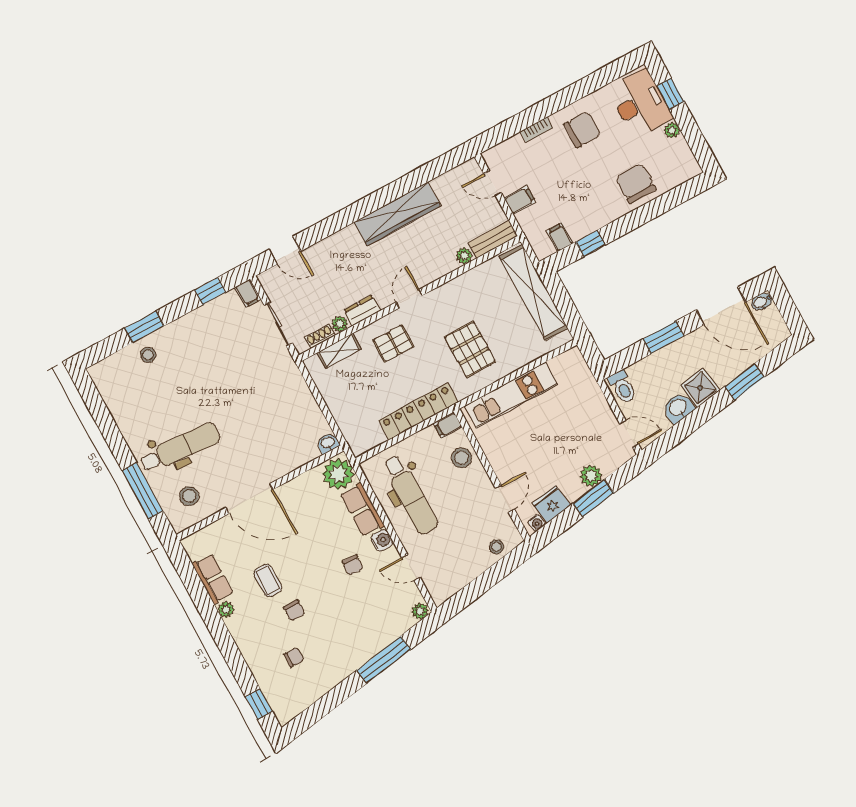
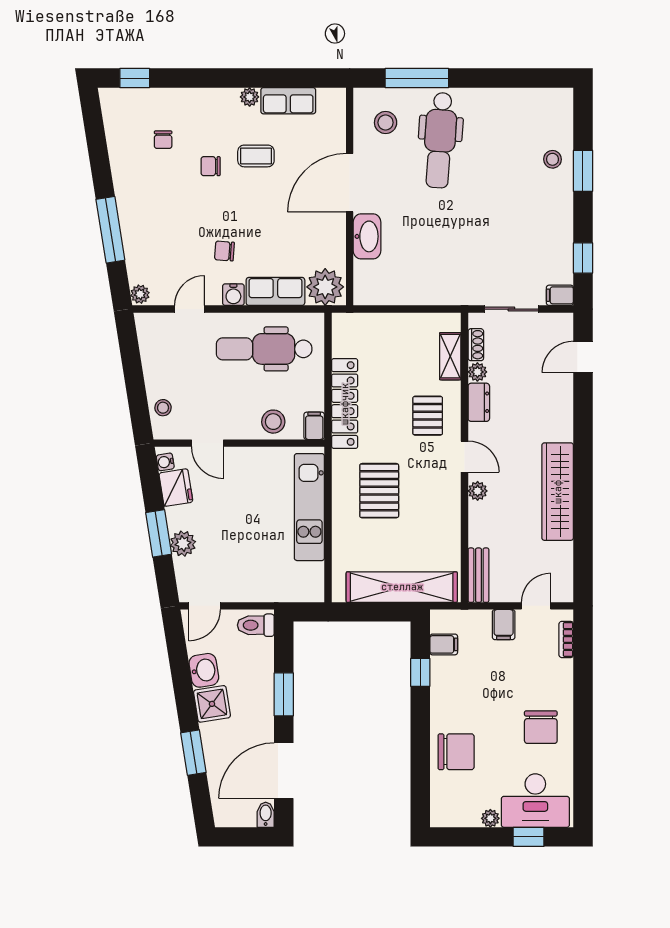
bookcase: (536, 130) -> (566, 639), moved
plant: (464, 256) -> (478, 491), moved
pallet: (470, 349) -> (379, 491), turned 90
washbasin: (328, 443) -> (367, 236), moved, width x1.91, depth x1.45

